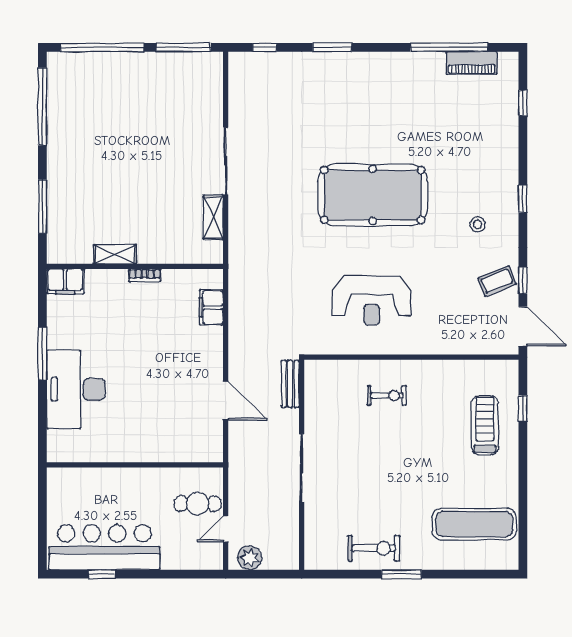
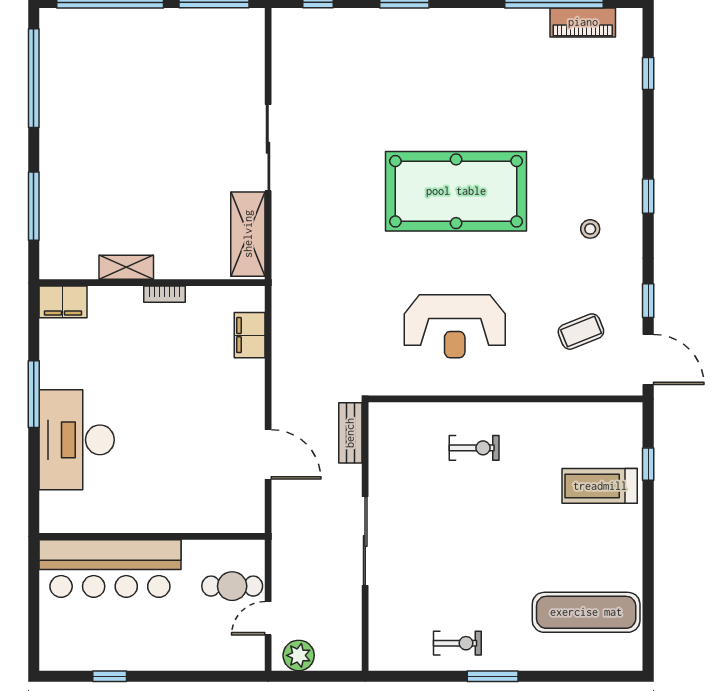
shelving: (213, 217) -> (248, 234), width x1.50, depth x1.33
coffee table: (497, 281) -> (581, 332), moved
treadmill: (485, 425) -> (600, 486), turned -90
bar counter: (104, 547) -> (110, 569), moved, turned 180
exercise bike: (374, 548) -> (457, 643), width x0.73, depth x0.72

